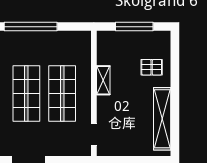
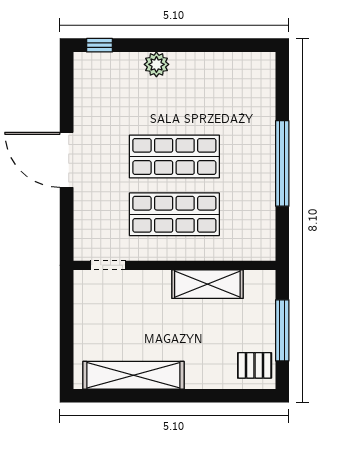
pallet: (152, 67) -> (255, 365), moved, turned 90
shelving: (103, 80) -> (207, 284), width x1.50, depth x1.33

